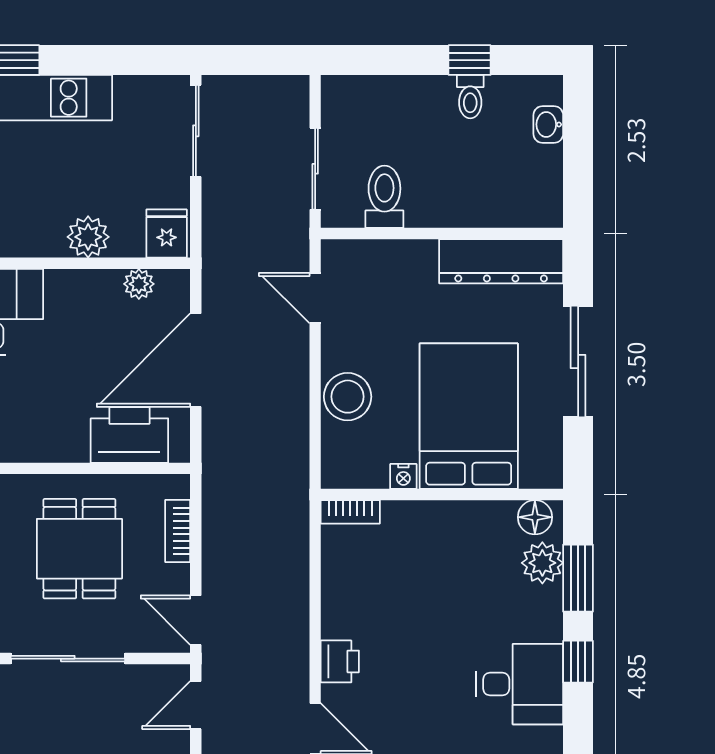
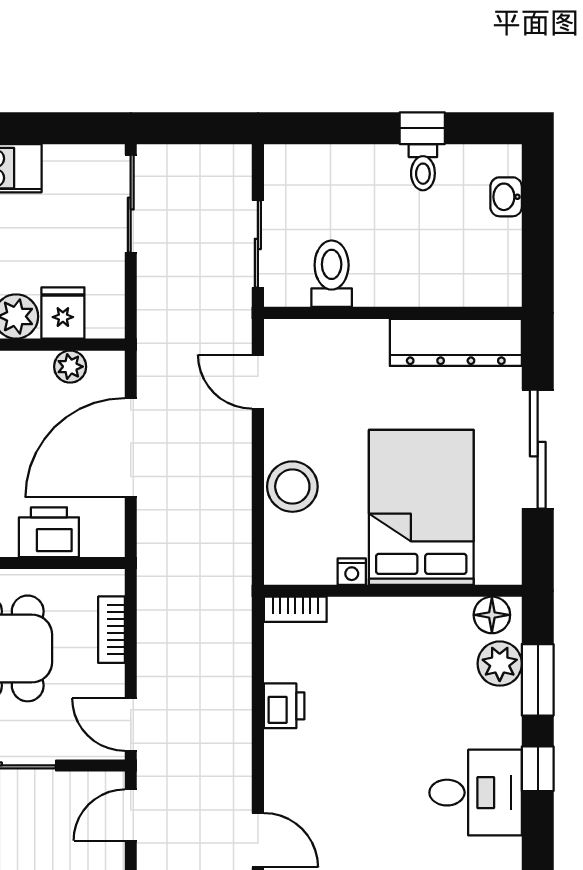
fridge: (167, 234) -> (63, 313), moved
printer: (129, 435) -> (49, 532), width x0.73, depth x0.84
printer: (340, 661) -> (284, 706), moved

